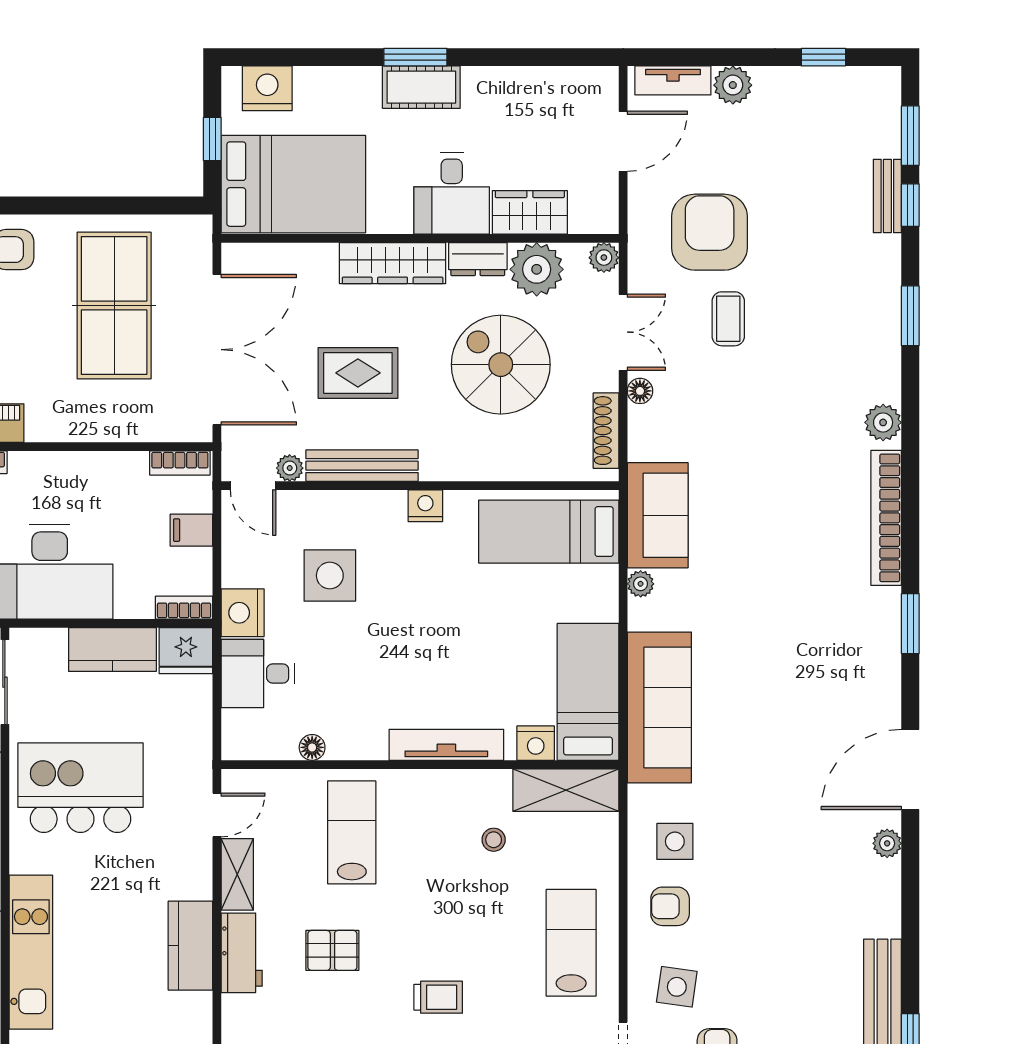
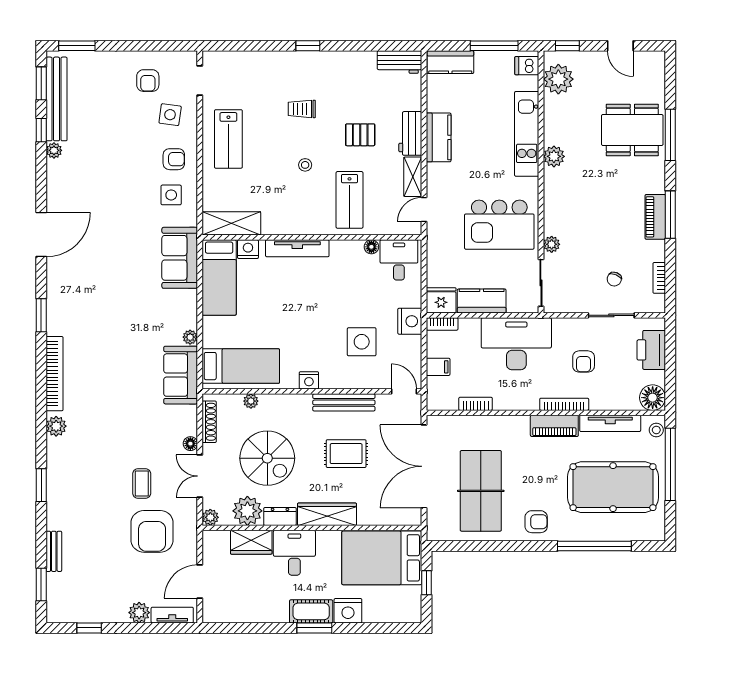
nightstand: (267, 88) -> (348, 611), moved
window: (910, 205) -> (41, 130), moved
bookcase: (180, 463) -> (476, 404), moved
plant: (290, 468) -> (251, 401), moved
desk: (258, 674) -> (399, 260), moved, turned -90
sofa: (659, 707) -> (180, 258), width x0.73
stool: (494, 840) -> (305, 165), moved
plant: (887, 843) -> (54, 150), moved

